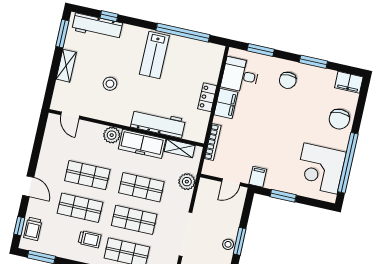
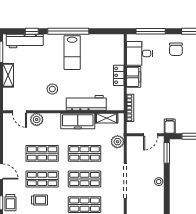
window: (183, 33) -> (68, 31), moved
window: (261, 50) -> (151, 31), width x1.44
stool: (110, 84) -> (52, 89), moved
plant: (112, 135) -> (37, 119), moved
trolley: (90, 239) -> (39, 200), moved
window: (240, 241) -> (167, 153), moved

